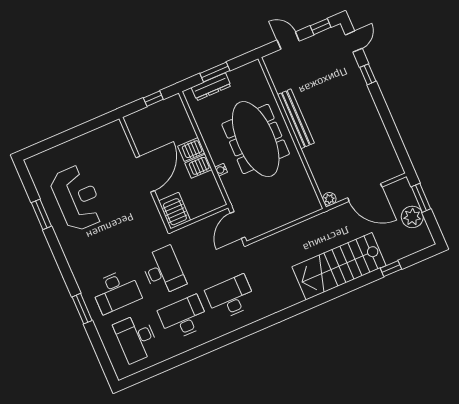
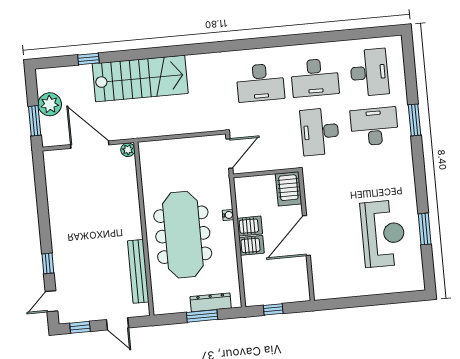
bench: (296, 119) -> (138, 271), moved
reception desk: (77, 198) -> (383, 234), turned 180

